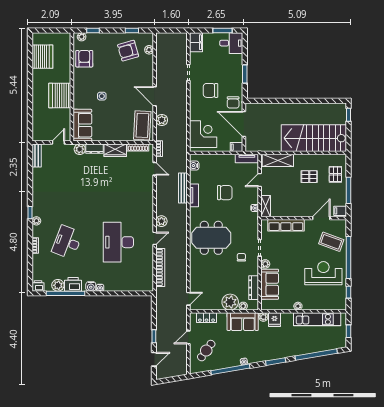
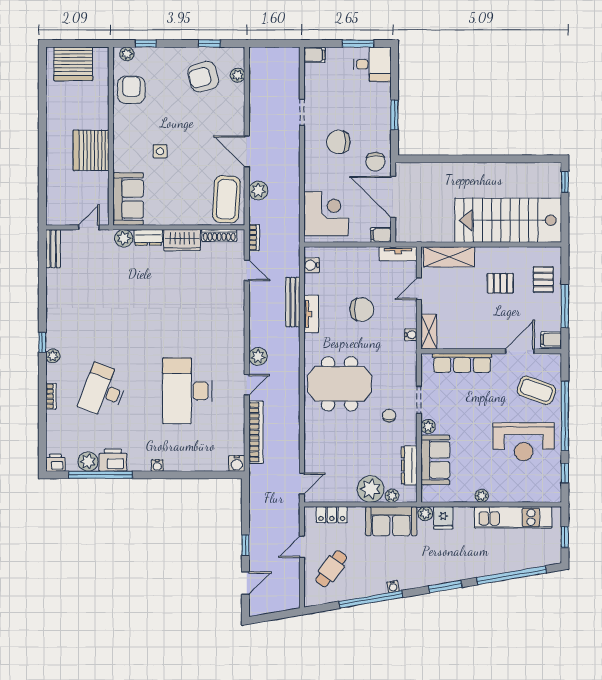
filing cabinet: (196, 42) -> (314, 55), width x0.50
server rack: (42, 57) -> (73, 64), moved, turned 90
reception desk: (323, 273) -> (524, 442), turned 180
water cooler: (91, 286) -> (237, 463), moved

